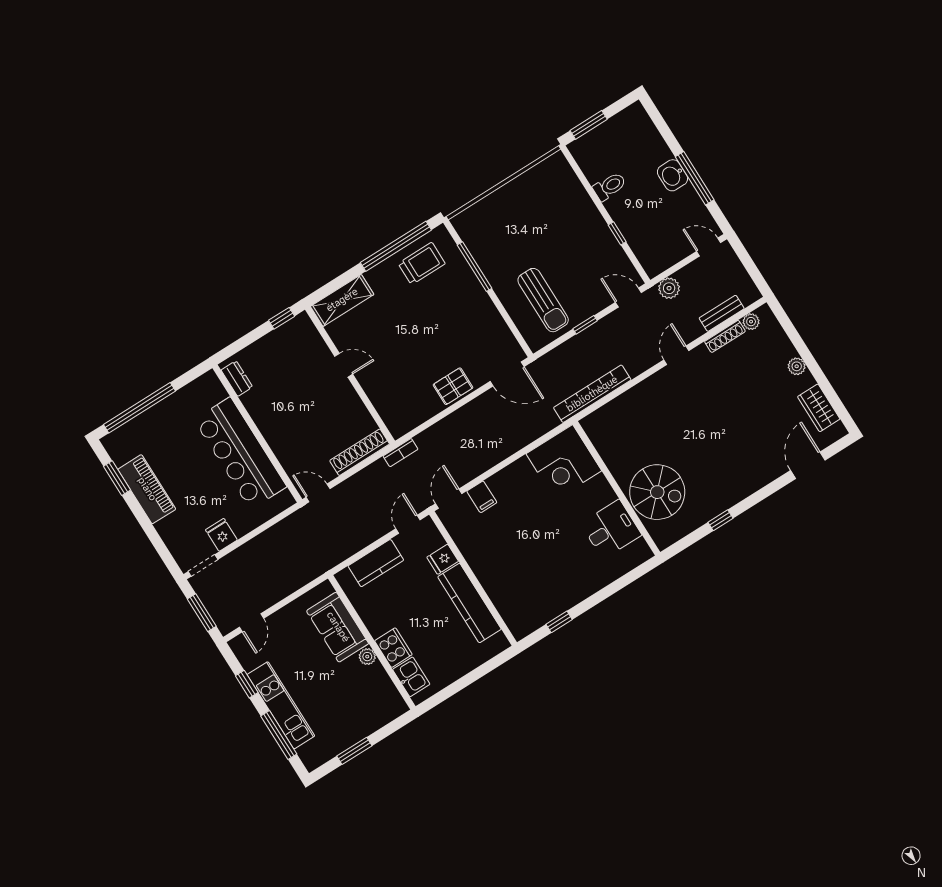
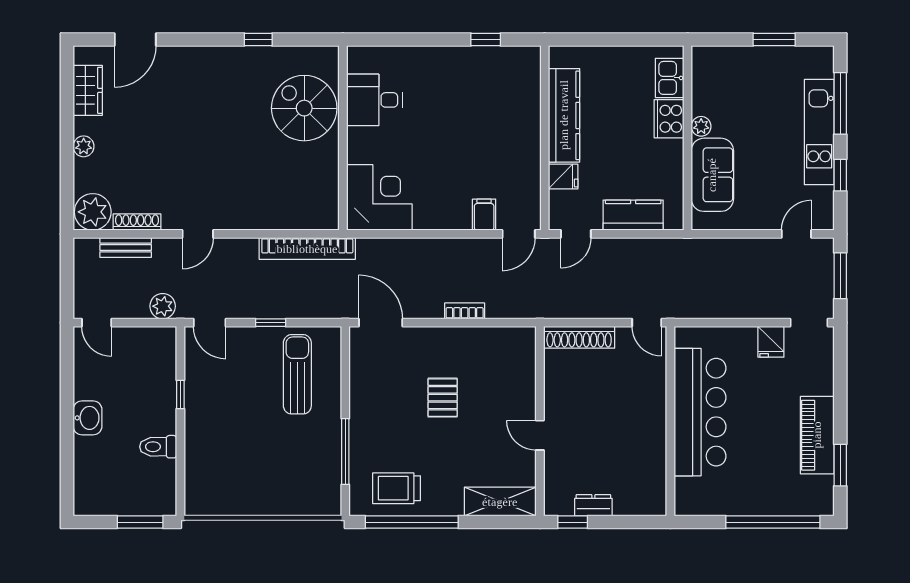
window: (695, 178) -> (67, 401), removed
plant: (751, 322) -> (93, 212), width x1.88, depth x1.88
dresser: (237, 378) -> (593, 505), moved, turned 90
pallet: (453, 386) -> (443, 398), moved, turned 90
bookcase: (401, 453) -> (465, 311), moved

